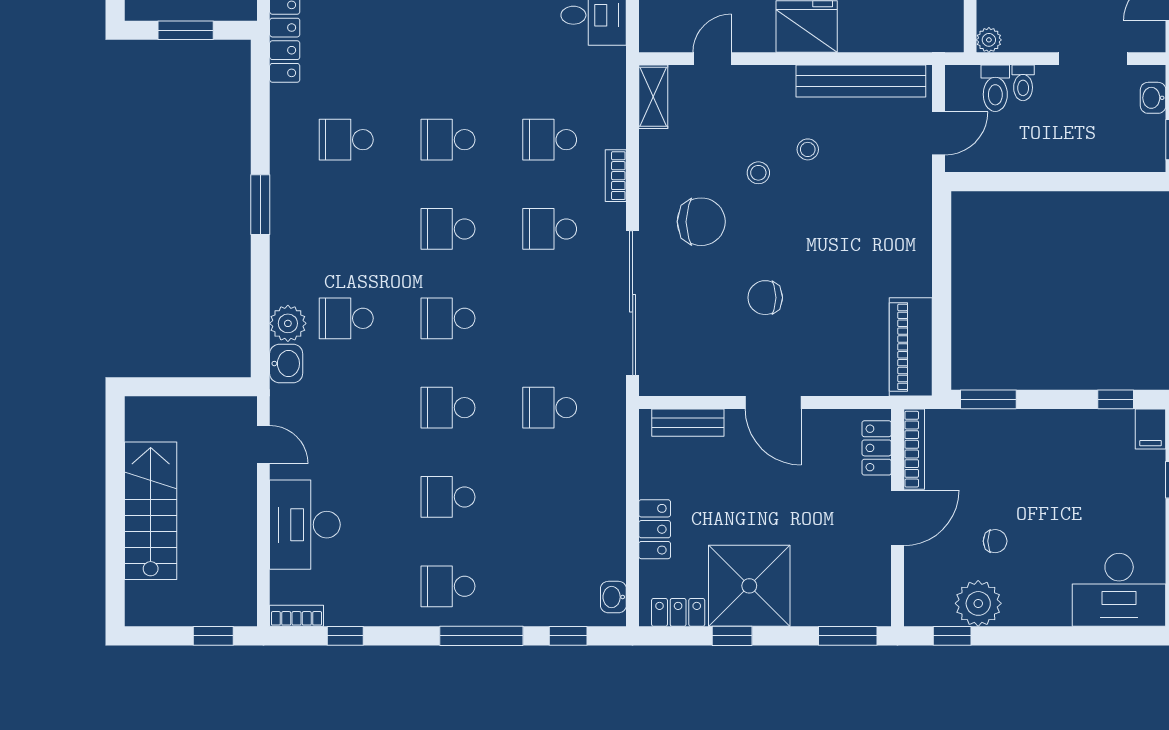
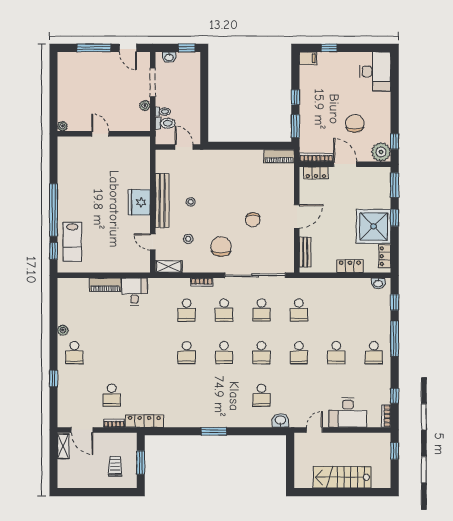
plant: (989, 40) -> (145, 106), moved
bench: (861, 81) -> (162, 200), moved
school desk: (346, 140) -> (261, 310), moved
stool: (758, 173) -> (188, 239), moved
plant: (288, 323) -> (264, 420), removed
piano: (911, 347) -> (279, 156), width x0.73, depth x0.75
window: (1116, 399) -> (295, 97), moved
chair: (995, 541) -> (355, 123), width x1.87, depth x1.87
plant: (978, 603) -> (381, 152), moved
window: (732, 636) -> (395, 218), moved

